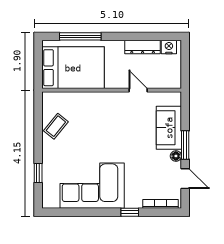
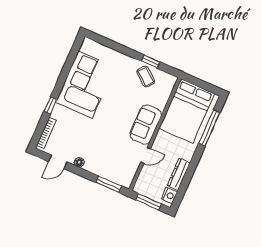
window: (185, 66) -> (149, 202), added
sofa: (169, 128) -> (146, 125), moved, turned -90
window: (185, 145) -> (109, 184), moved
window: (38, 173) -> (151, 62), moved

